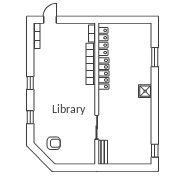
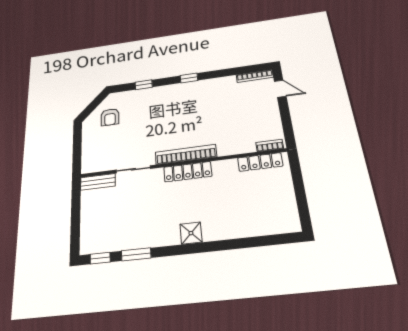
window: (155, 57) -> (136, 254), moved
bookcase: (91, 64) -> (186, 154), moved
locker: (103, 73) -> (188, 172), moved

